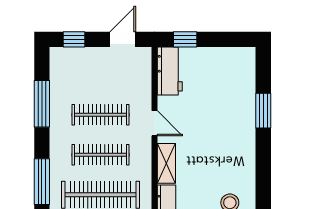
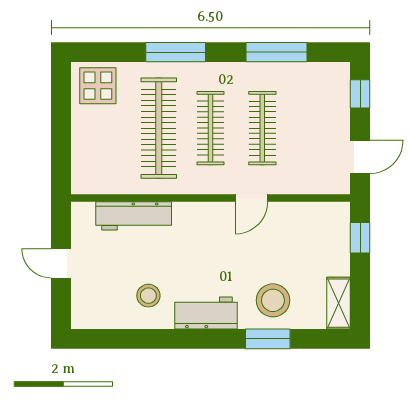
door: (123, 39) -> (360, 157), hinge flipped
workbench: (170, 71) -> (206, 313), moved, turned 180
stool: (233, 107) -> (273, 300), added
shelving: (166, 163) -> (339, 303), moved, turned 90

